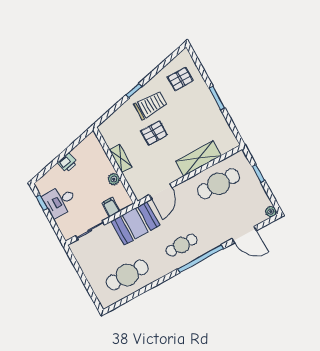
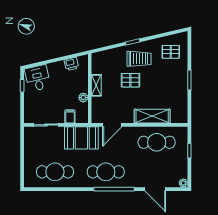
printer: (67, 163) -> (71, 64), moved
desk: (60, 201) -> (38, 78), moved, turned 77
cafe table: (181, 245) -> (106, 172), width x1.37, depth x1.35

